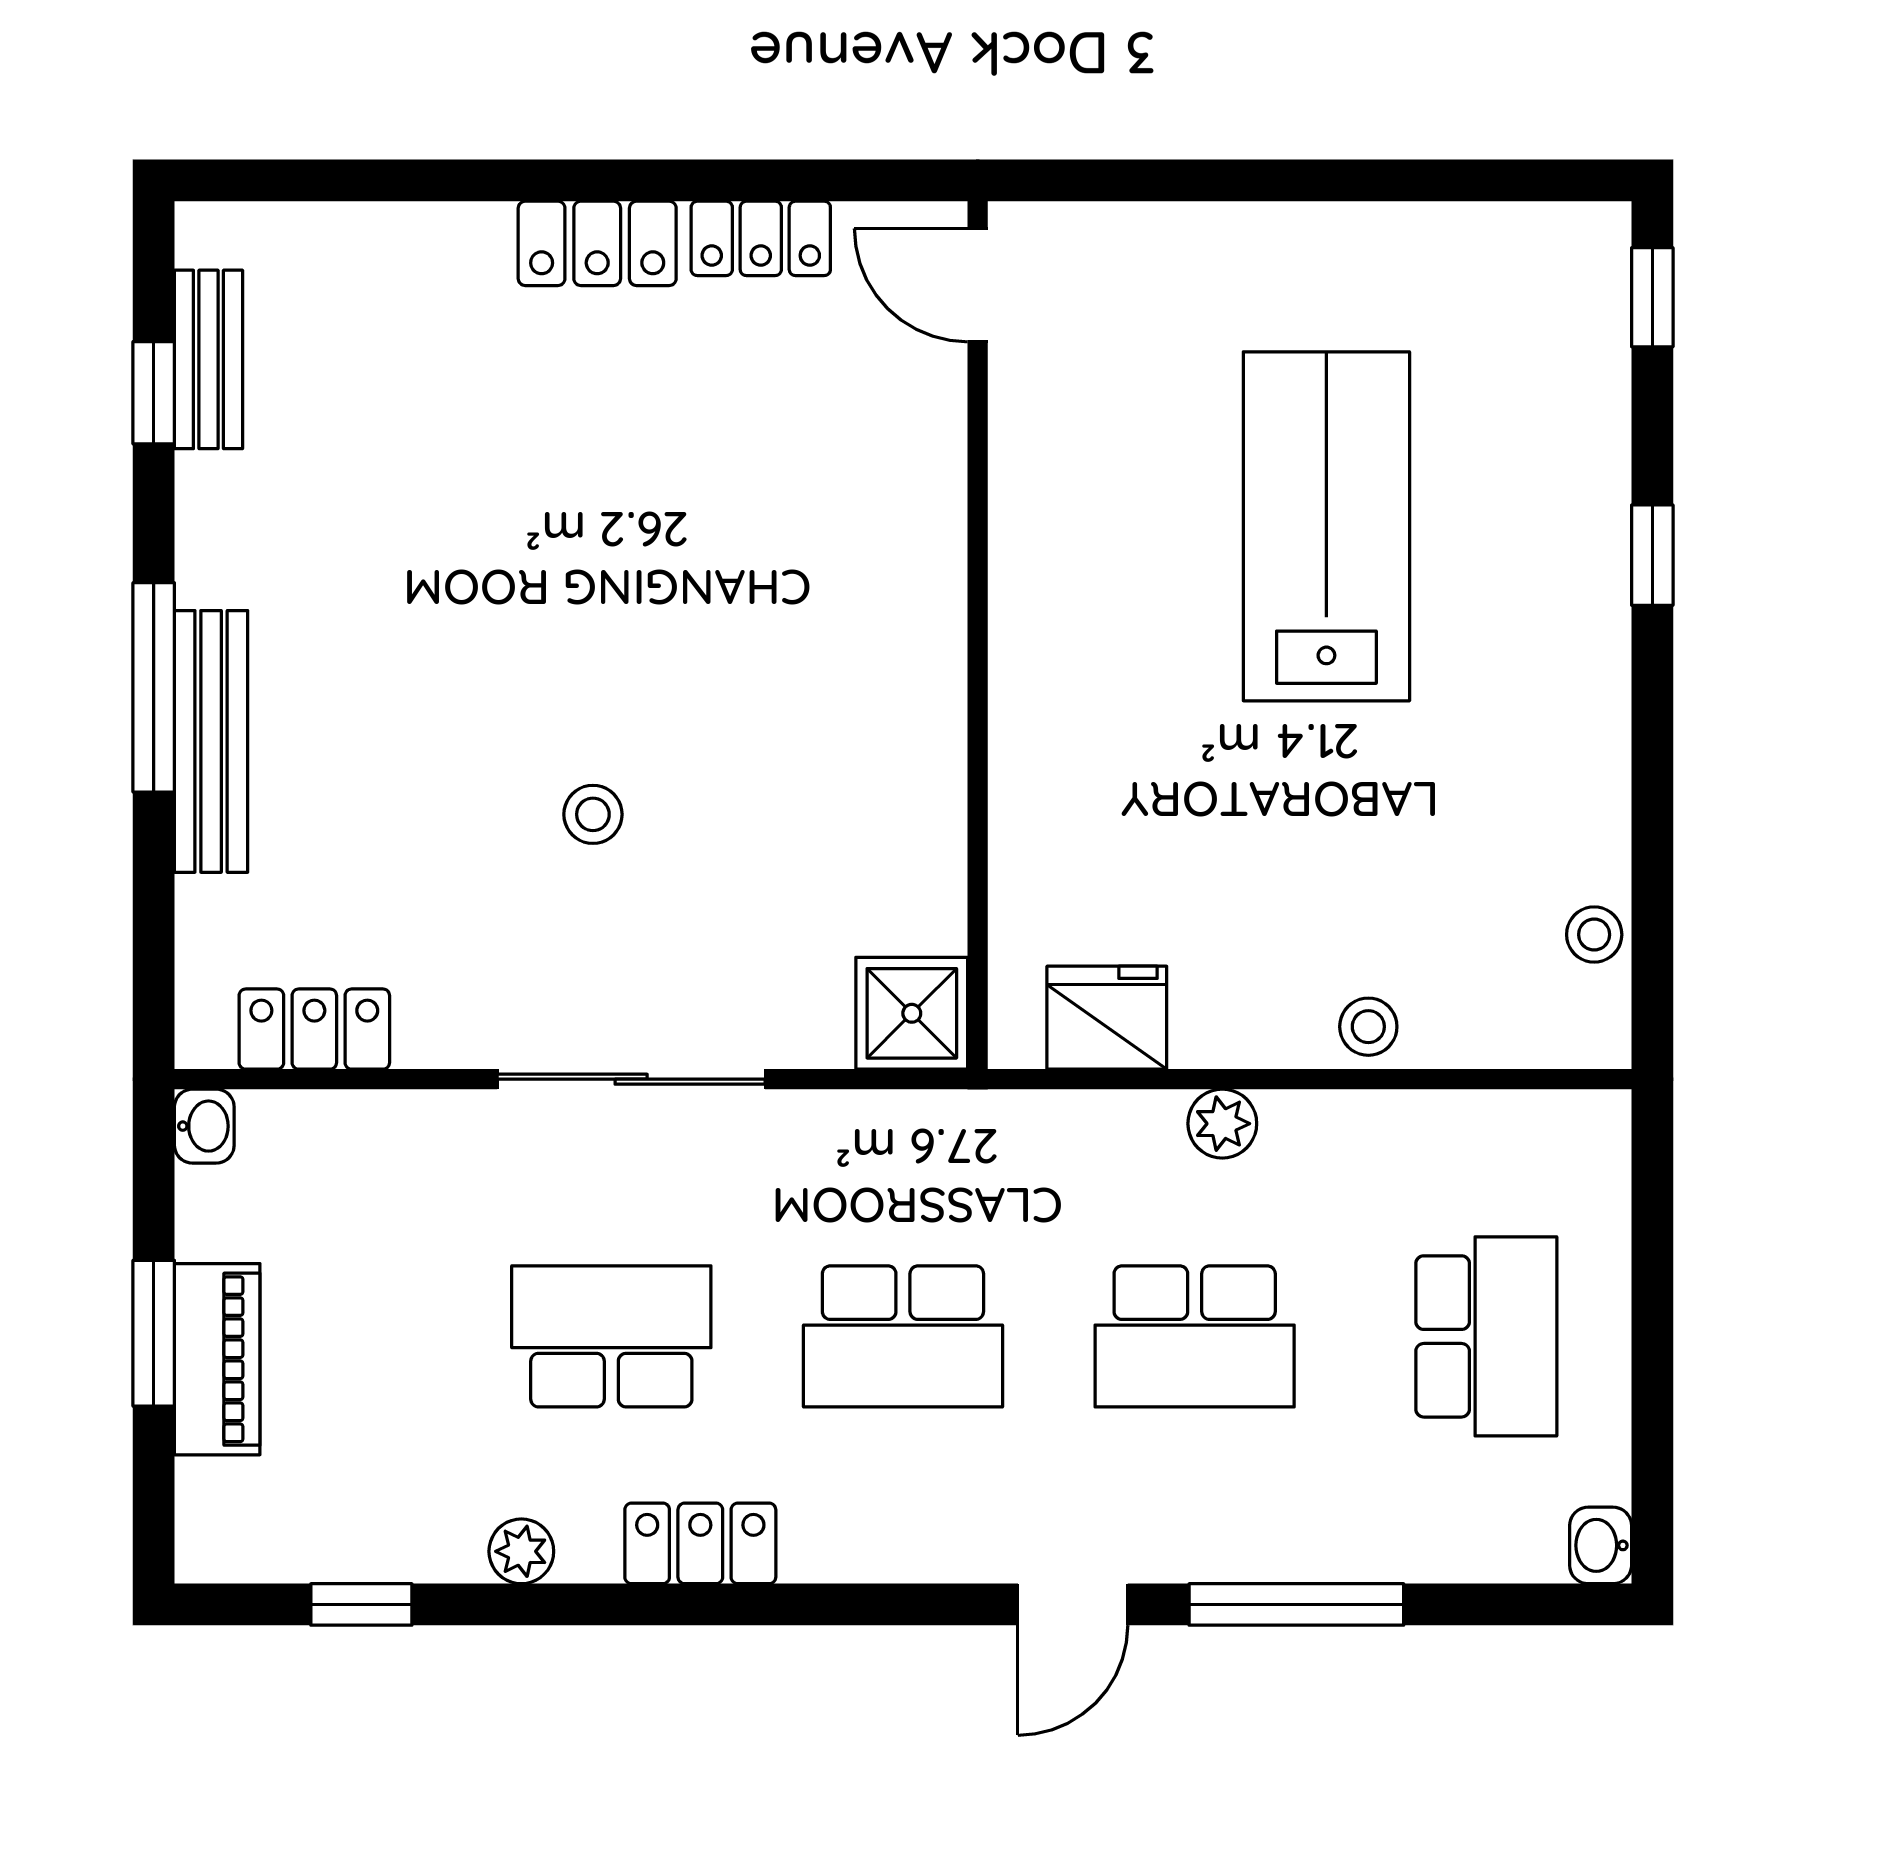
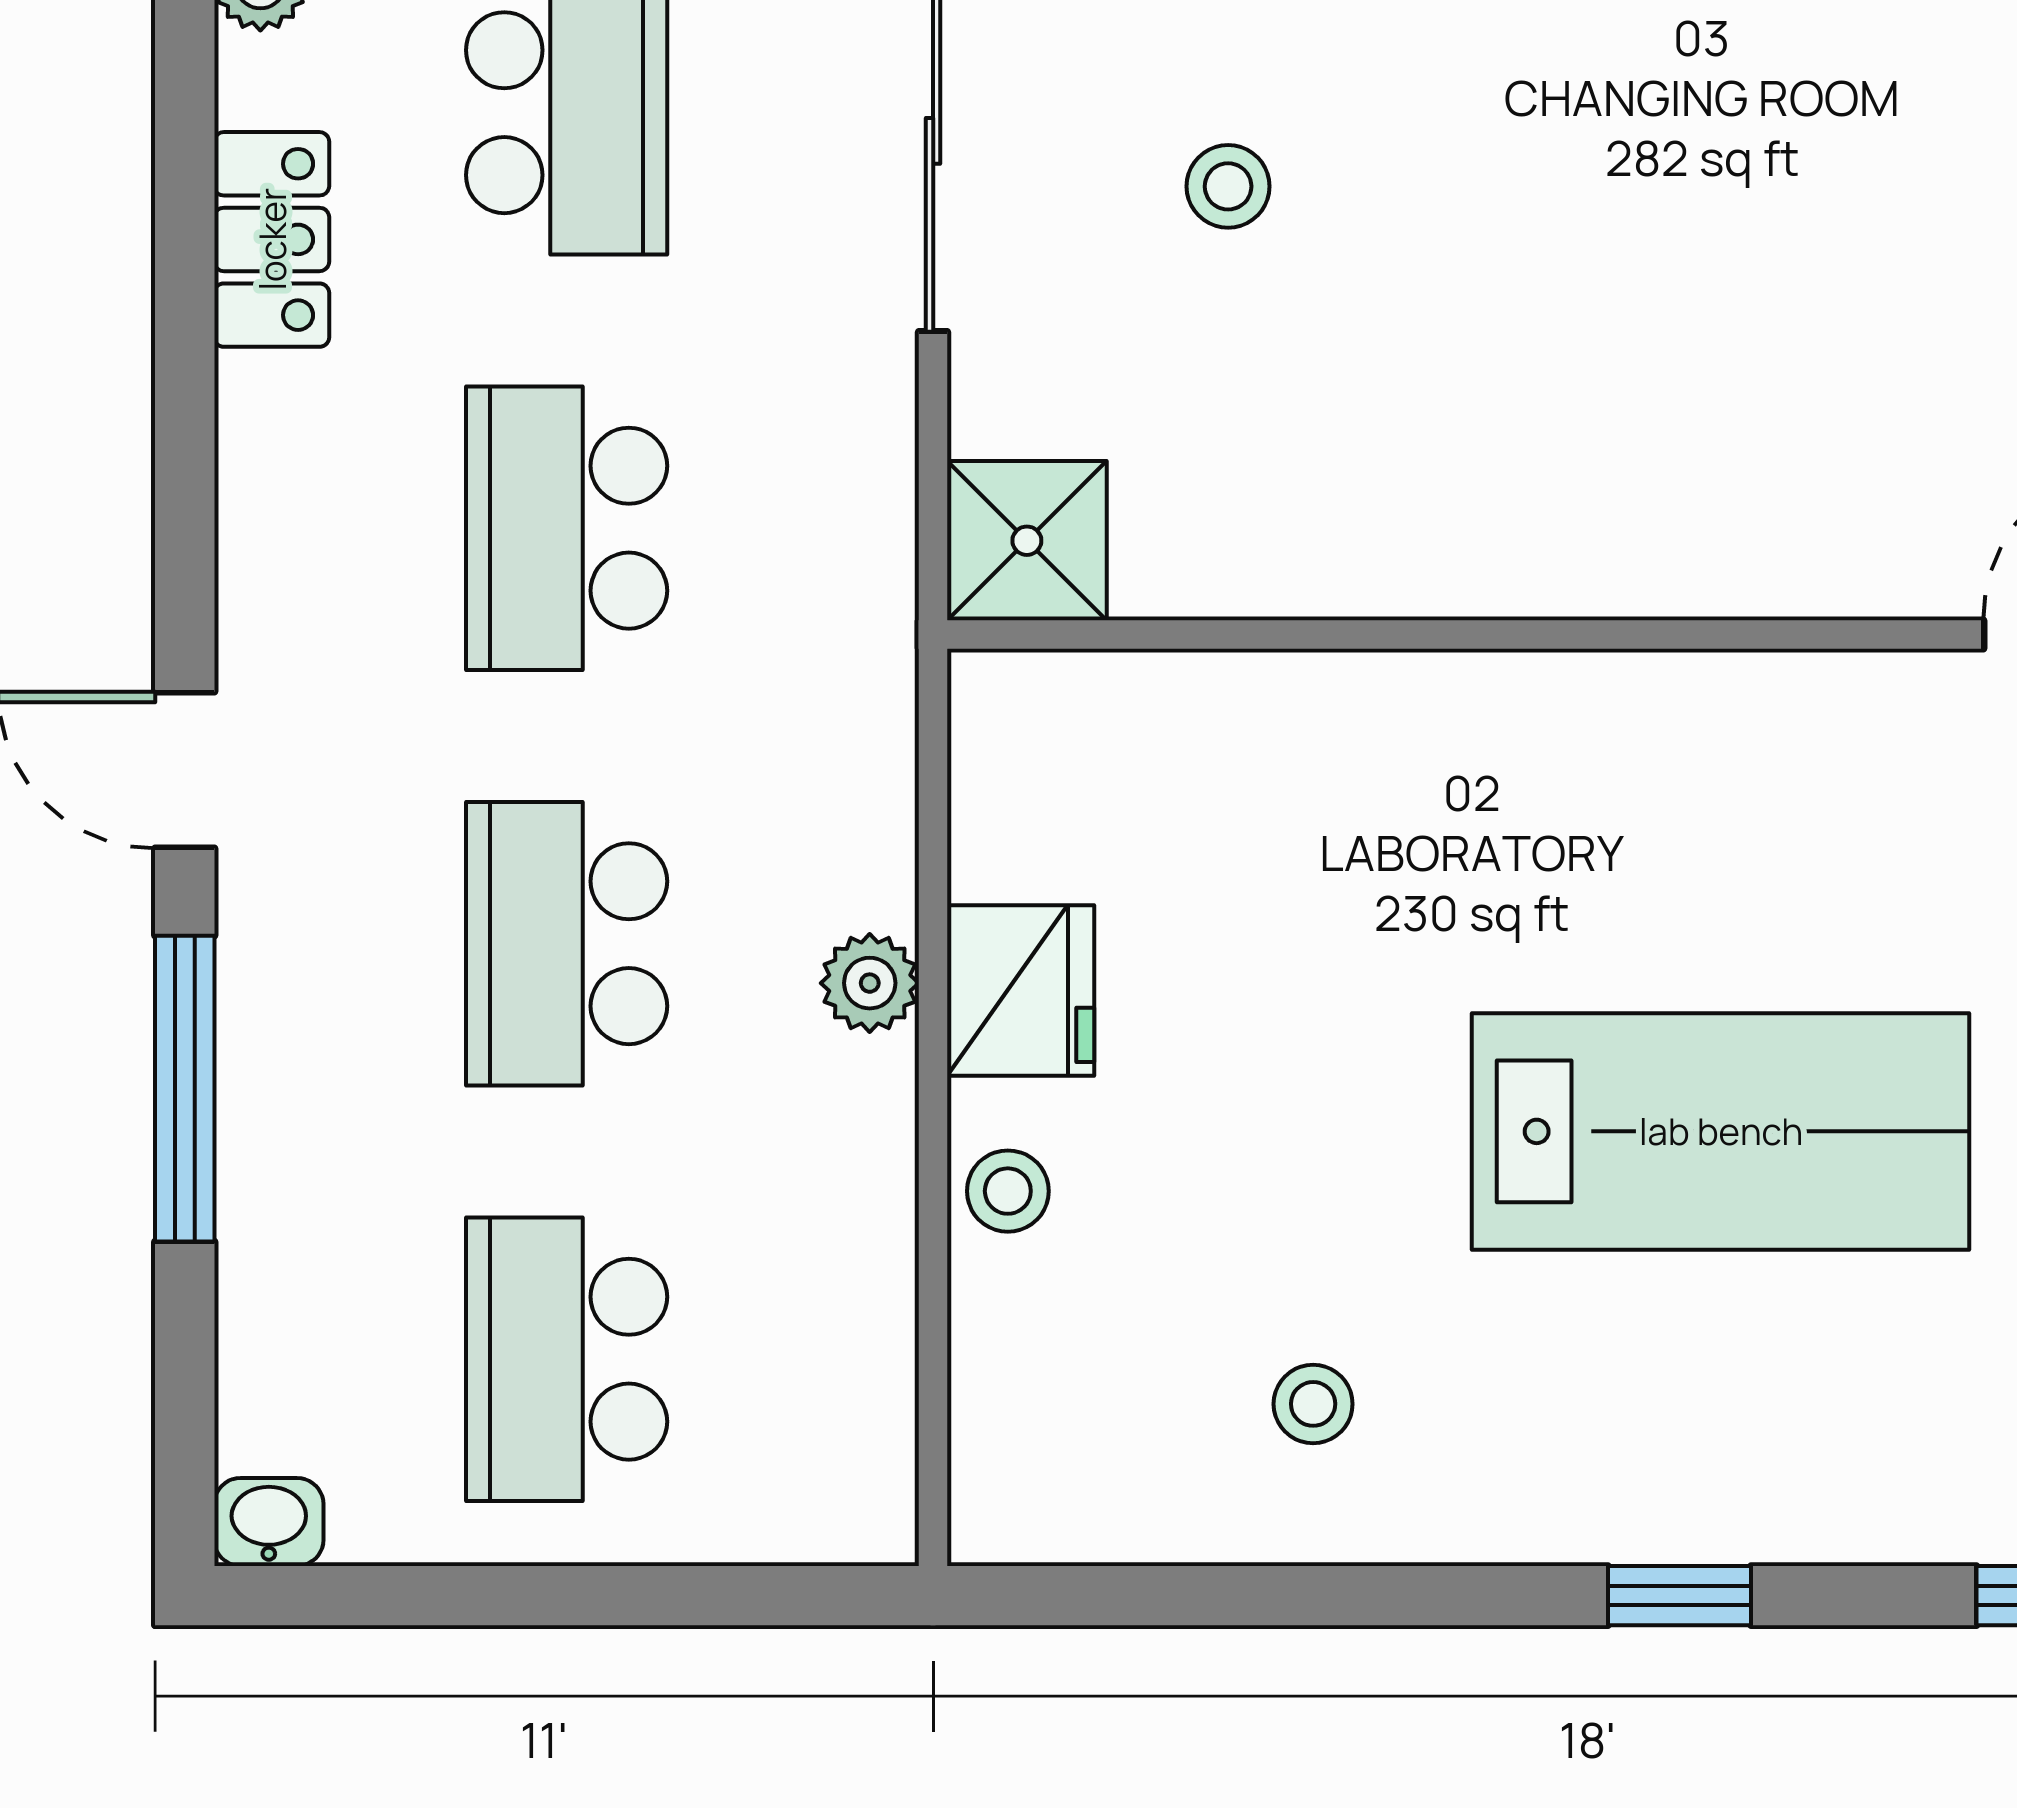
stool: (593, 814) -> (1228, 186), moved
stool: (1594, 935) -> (1313, 1404), moved
fridge: (1107, 1018) -> (1021, 991), moved
school desk: (1486, 1336) -> (567, 1359), turned 90

